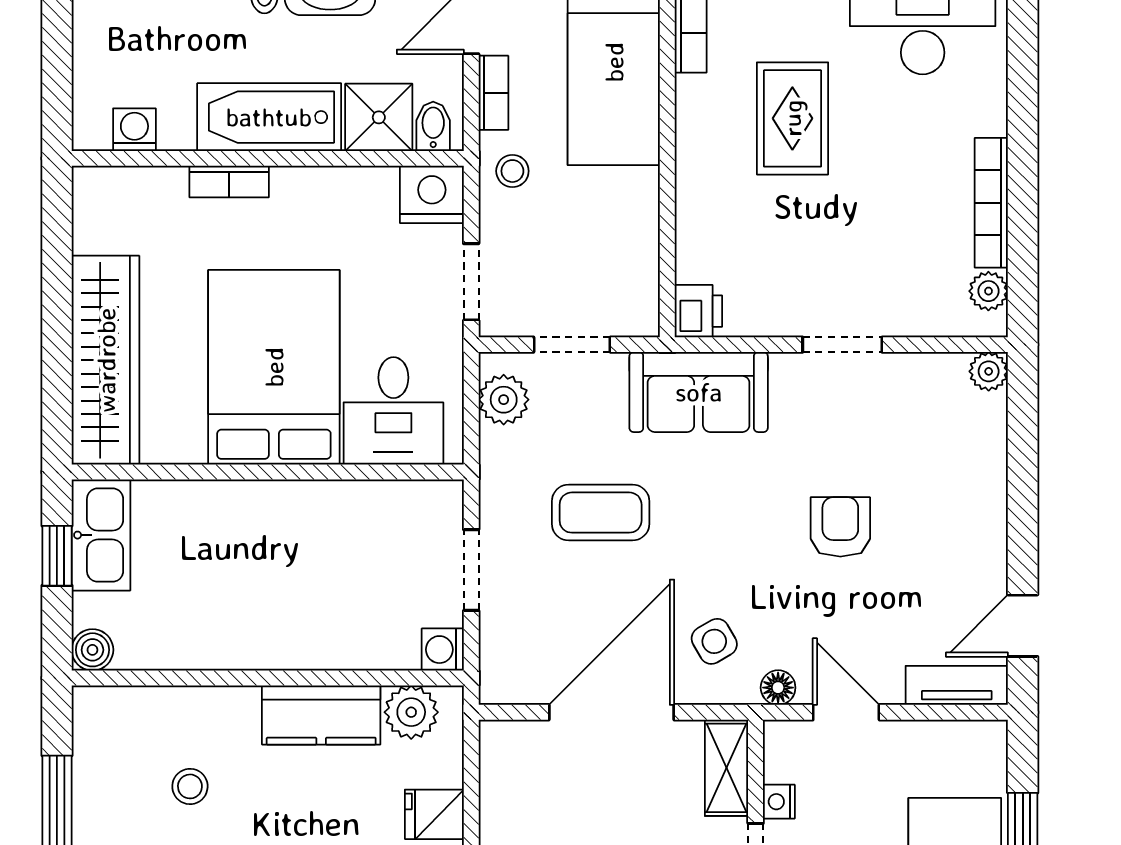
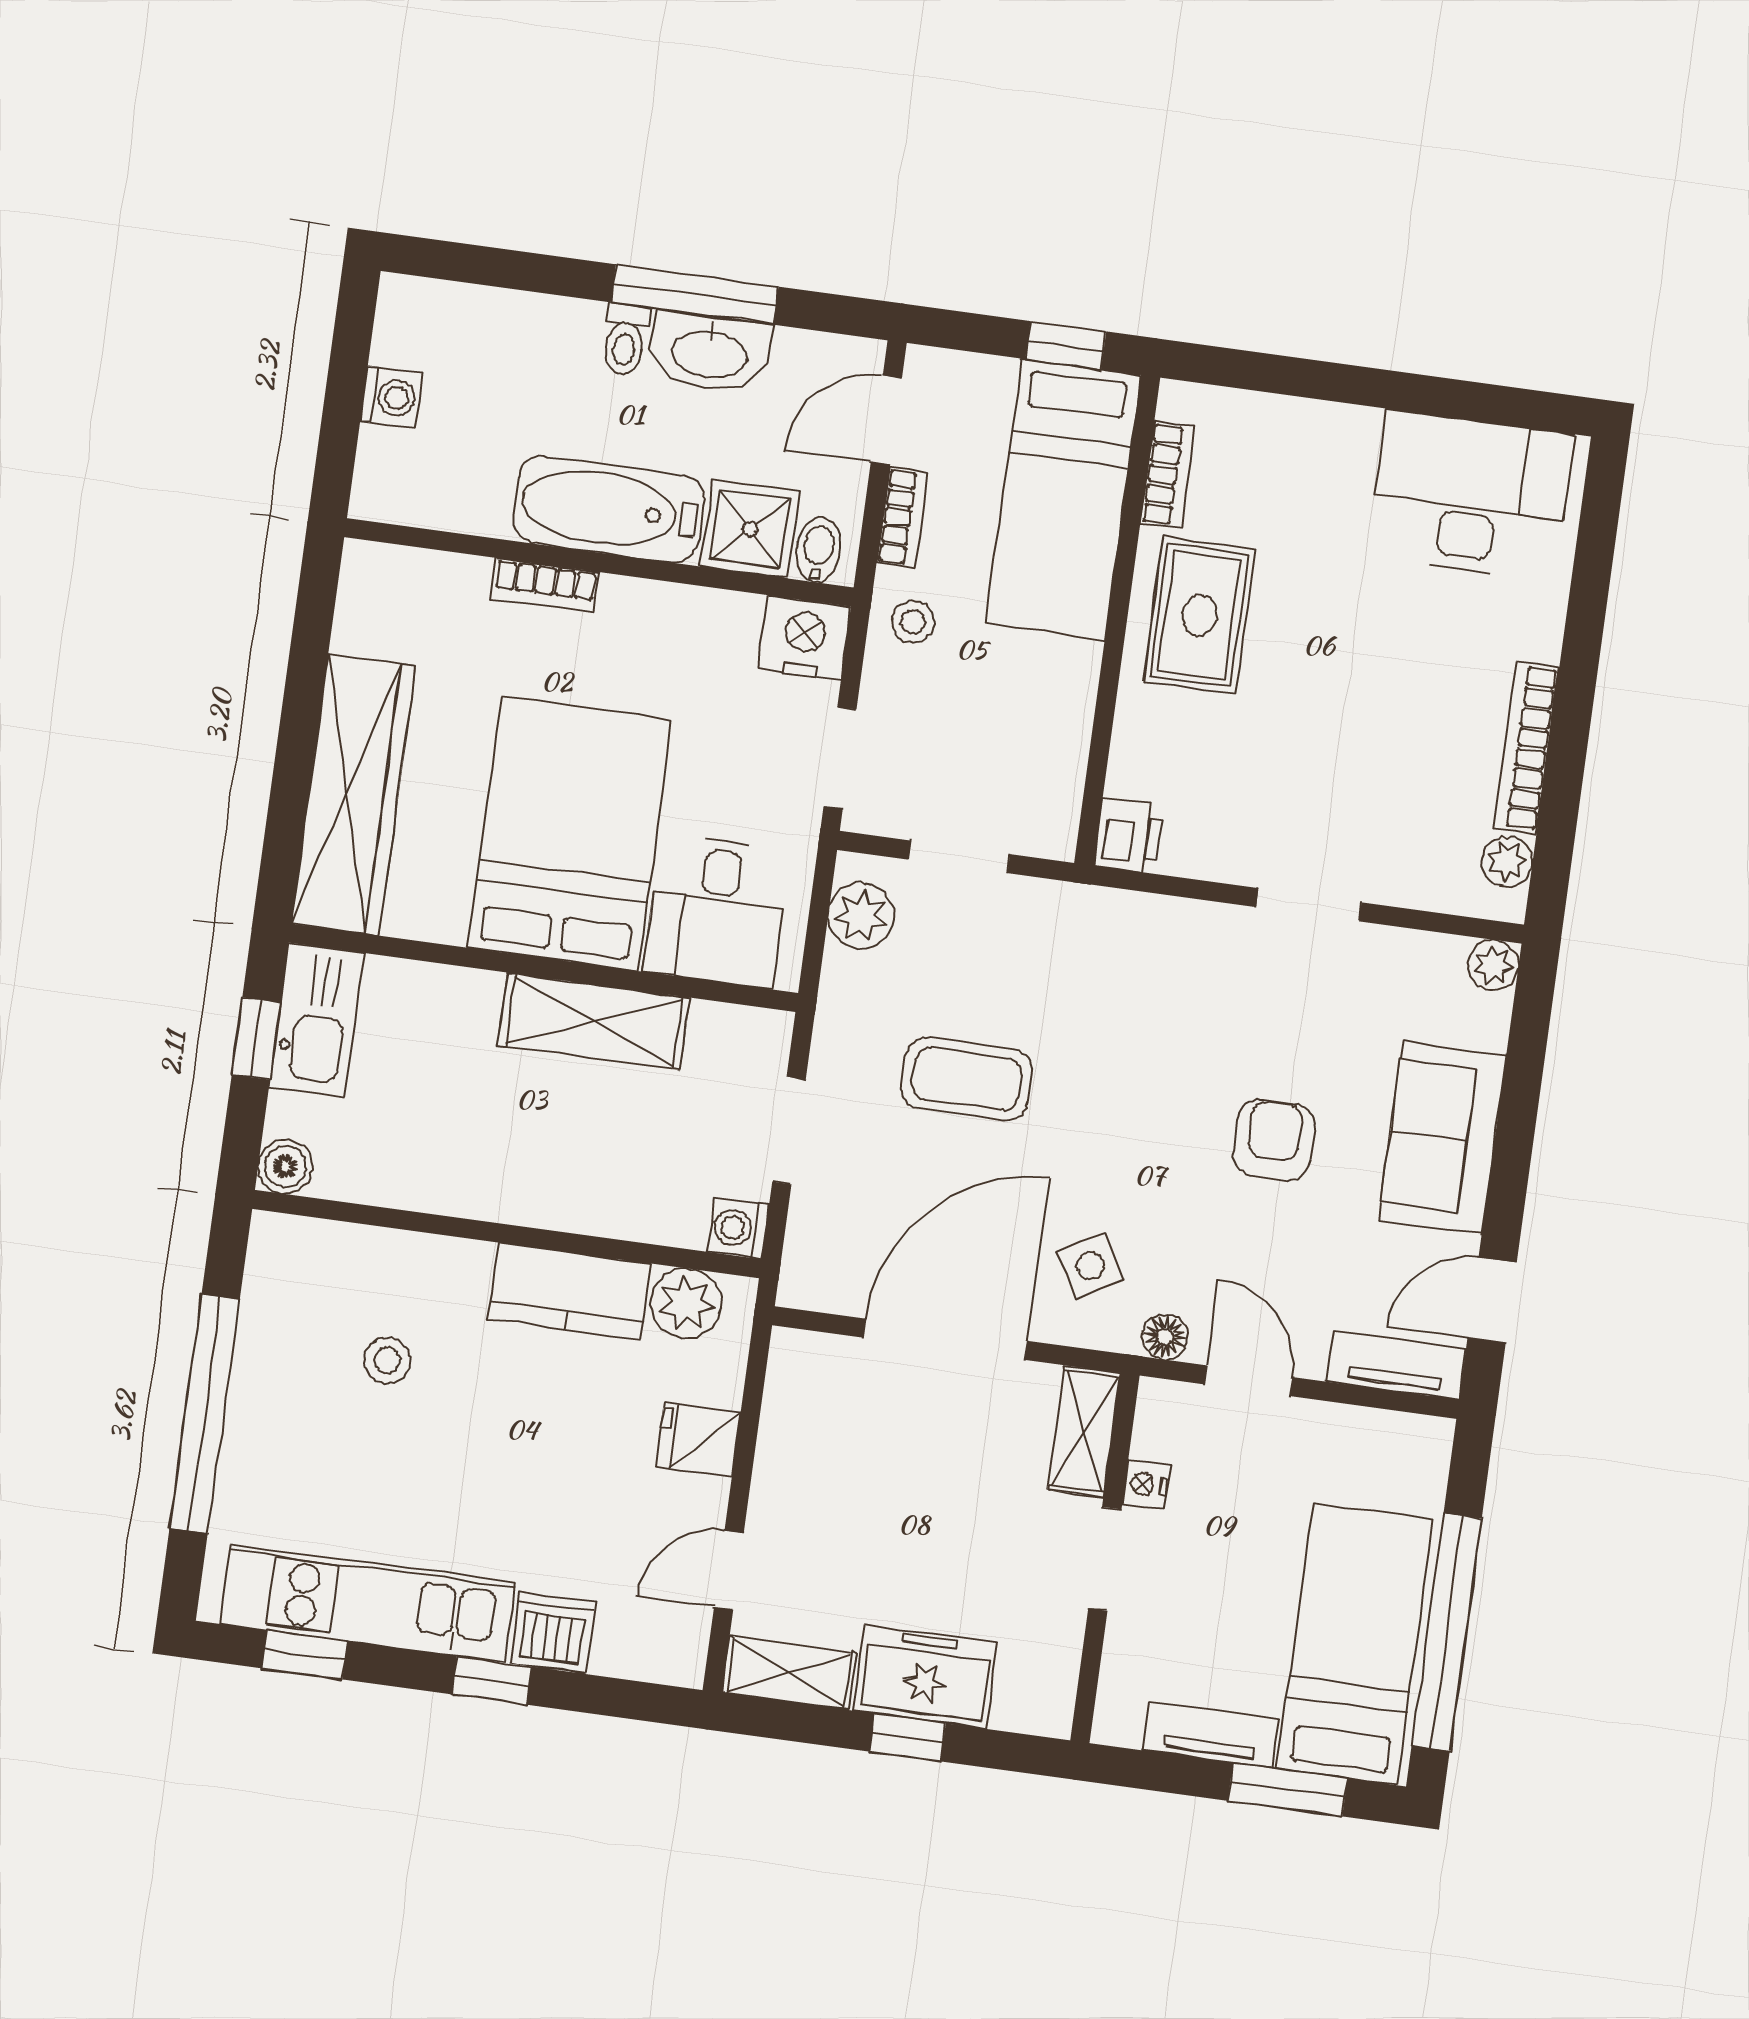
rug: (792, 118) -> (1199, 615), moved
washing machine: (134, 130) -> (391, 397), moved, turned 90
sofa: (699, 392) -> (1442, 1138), moved, turned 90
shelving: (312, 508) -> (594, 1021), added

